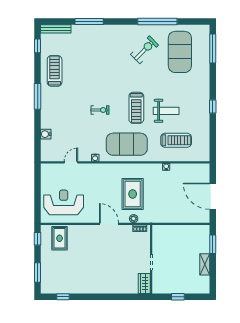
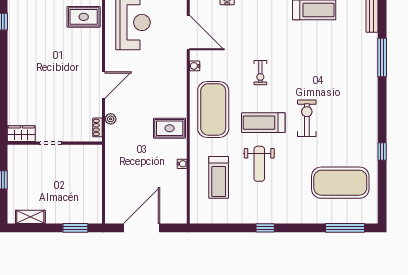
window: (157, 22) -> (382, 152), width x0.32
exercise bike: (145, 50) -> (307, 118), moved, turned -135
door: (71, 162) -> (188, 33), width x1.87
rug: (133, 194) -> (170, 128), moved, width x0.73, depth x0.70
shelving: (205, 264) -> (30, 217), moved

